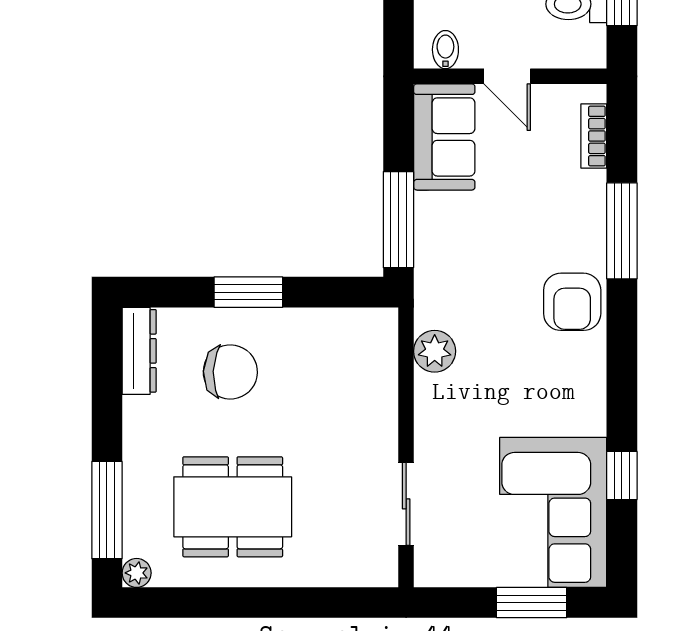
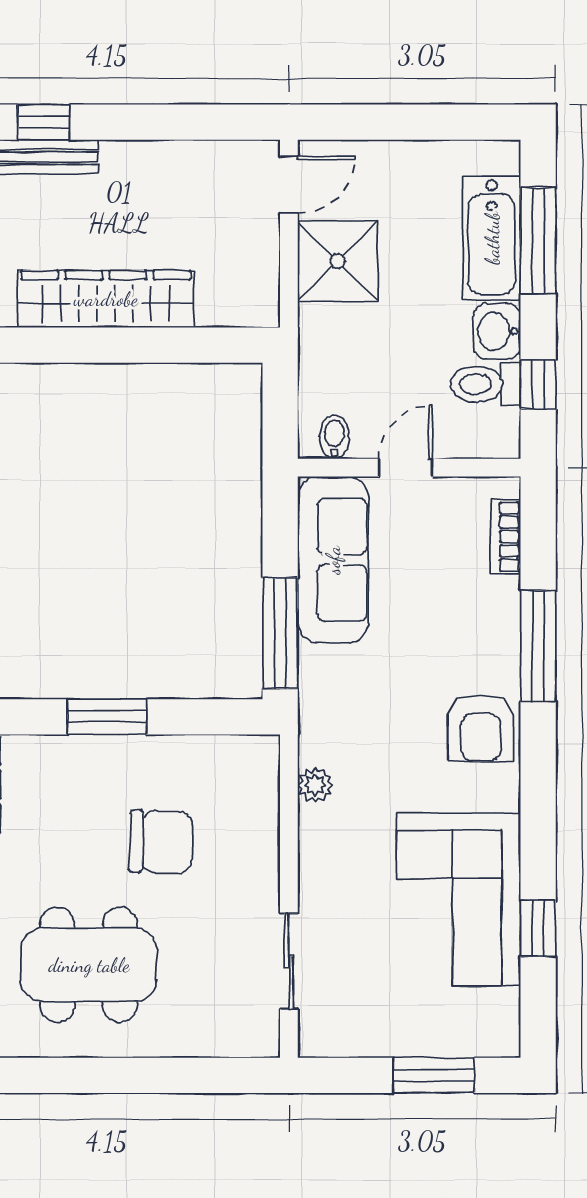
door: (507, 76) -> (406, 468), swing flipped
sofa: (444, 137) -> (333, 560), width x1.36
plant: (435, 351) -> (315, 785), width x0.73, depth x0.73
chair: (230, 372) -> (161, 842), moved
corner sofa: (553, 512) -> (459, 900), moved

